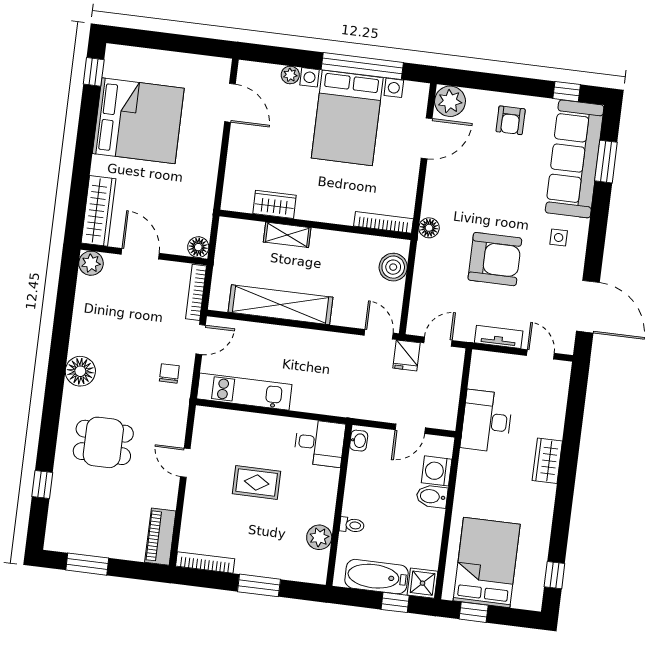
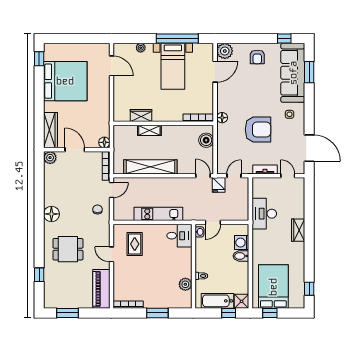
bed with nightstands: (347, 118) -> (173, 66), width x0.73
kitchen unit: (244, 392) -> (158, 214), moved
door: (410, 429) -> (213, 222), moved
rug: (257, 482) -> (135, 244), moved, turned 90
piano: (160, 537) -> (101, 289), width x1.37, depth x1.33

